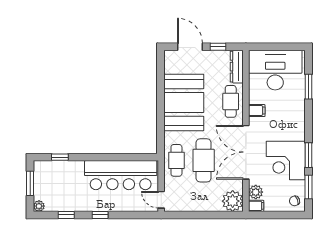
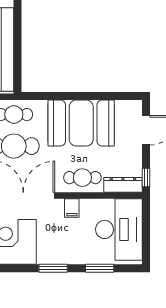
window: (218, 47) -> (146, 178), moved
window: (308, 155) -> (53, 268), moved

